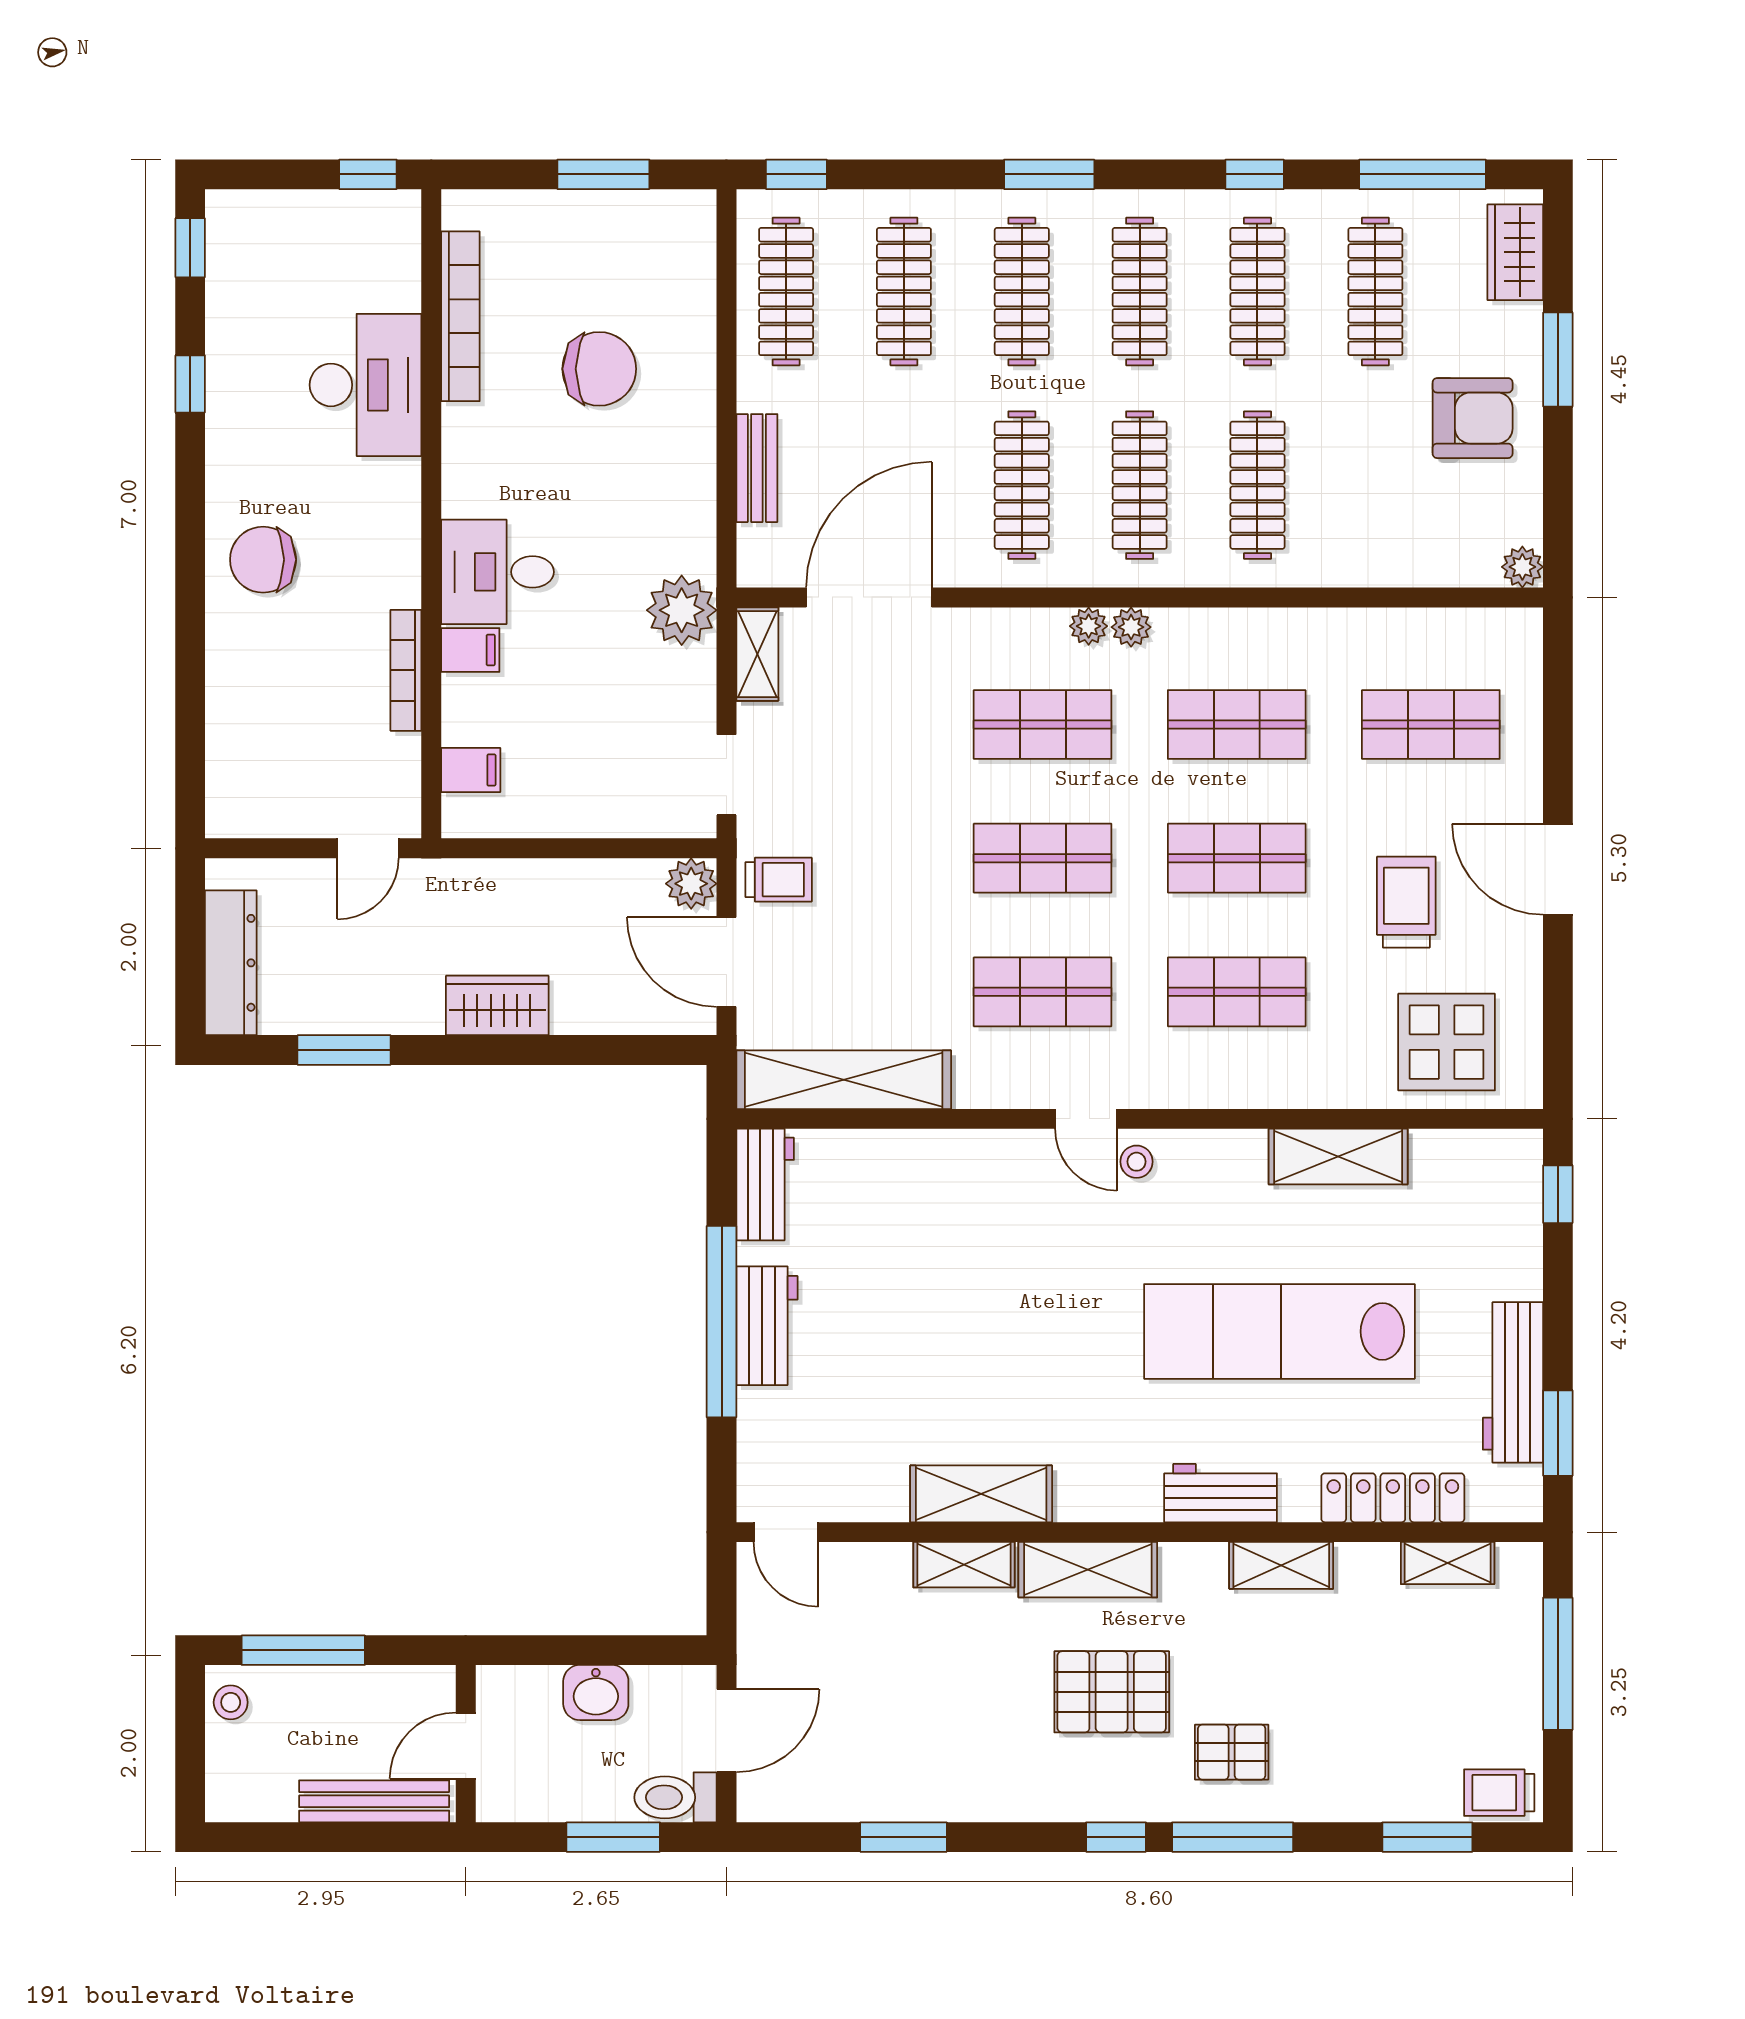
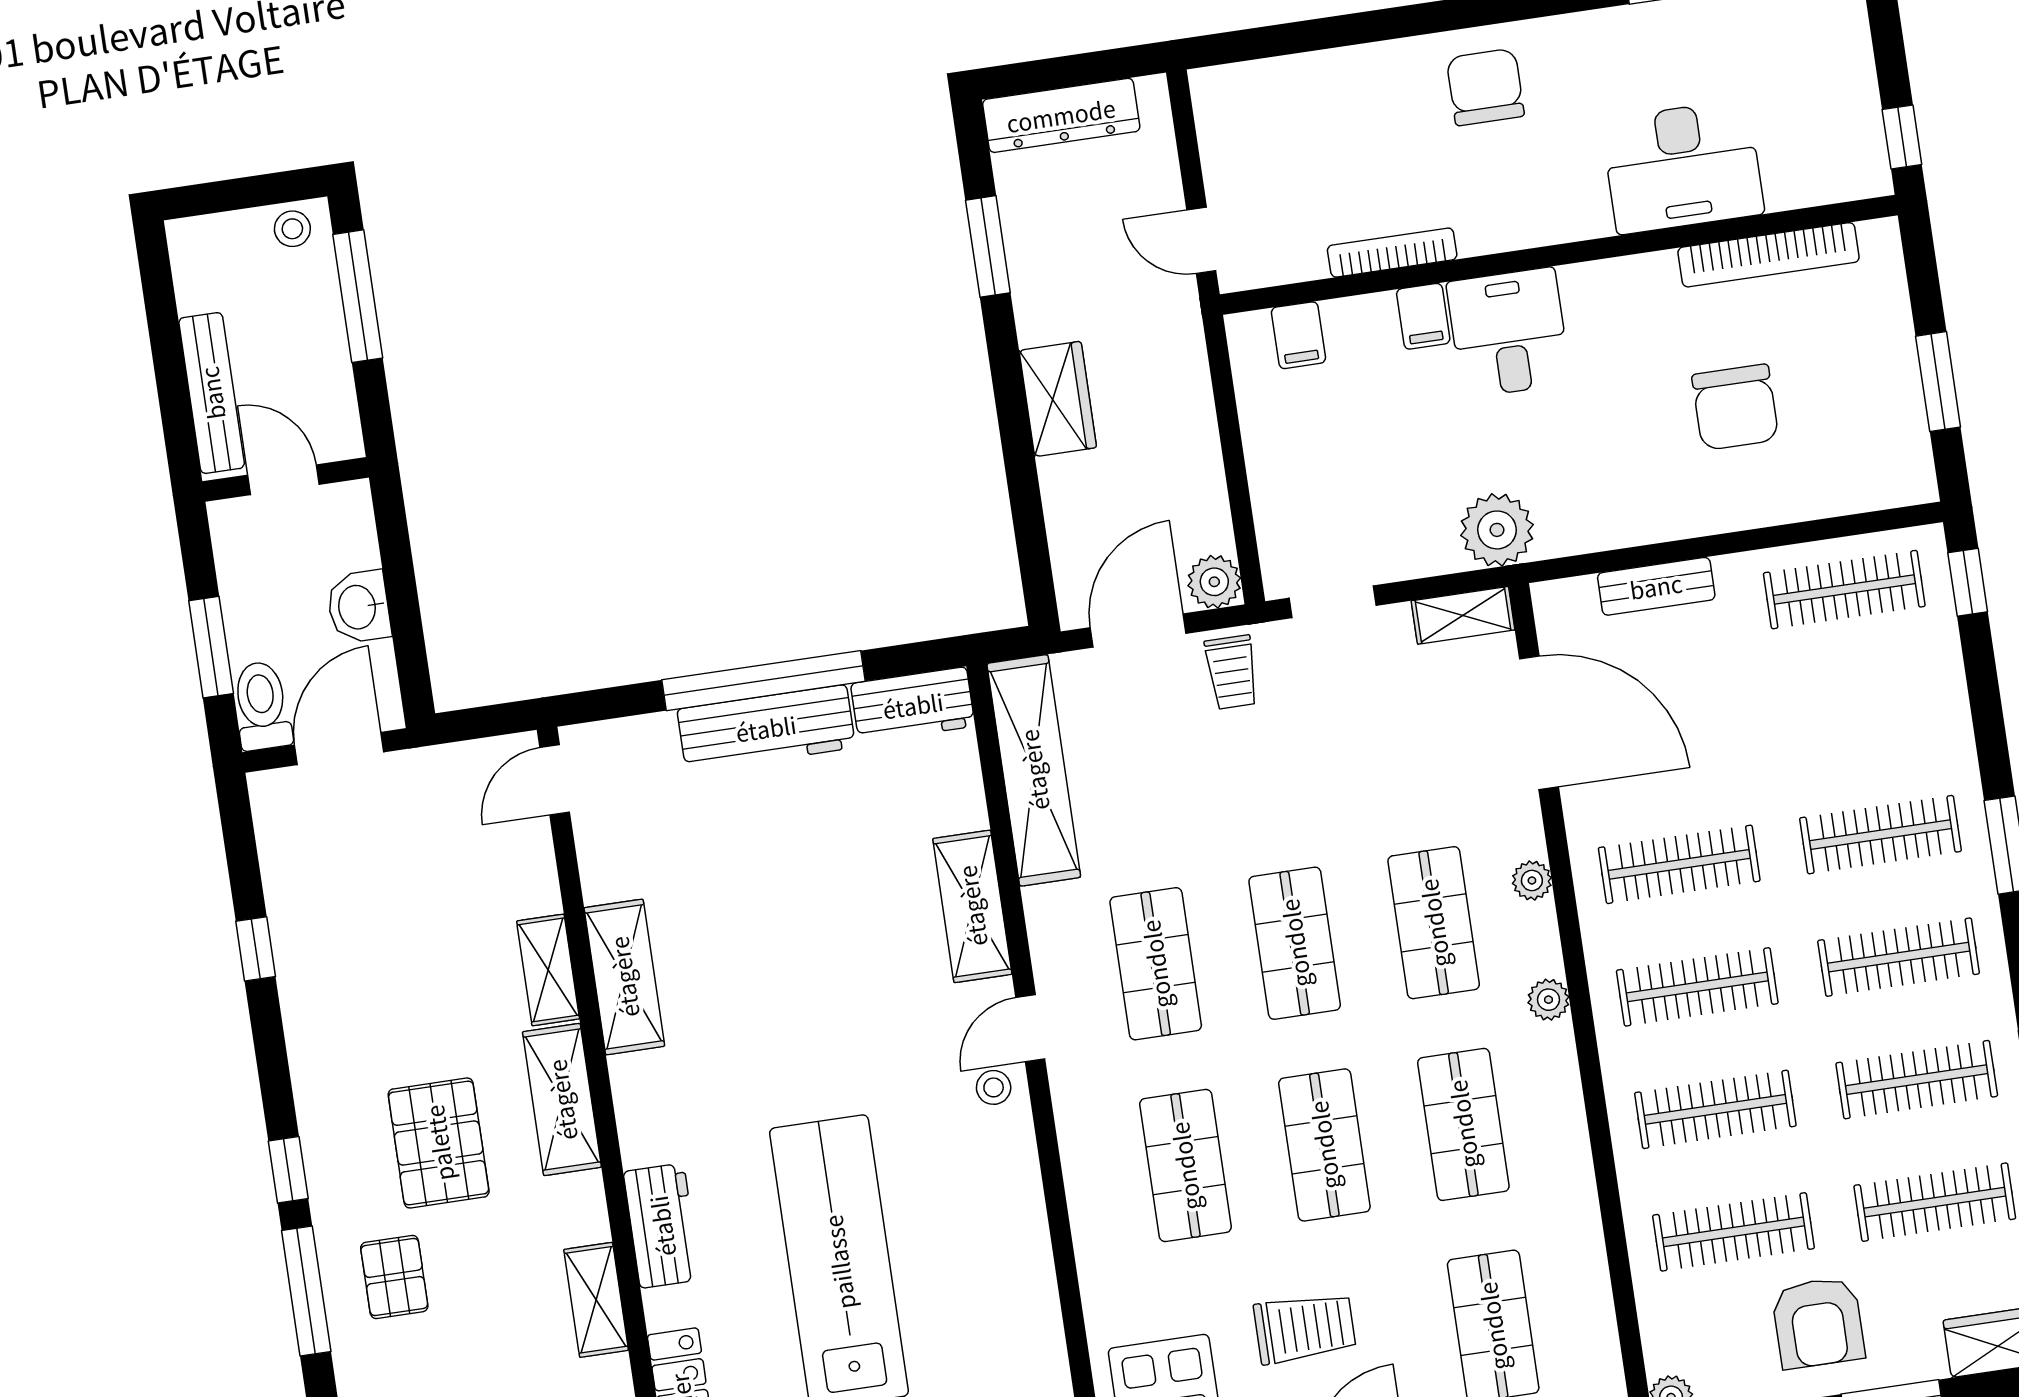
clothes rail: (904, 292) -> (1733, 1232), moved
plant: (1089, 626) -> (1532, 881), moved
shelving: (1338, 1157) -> (972, 906), moved
workbench: (767, 1326) -> (766, 728), width x1.38
door: (726, 1731) -> (339, 748), swing flipped
window: (904, 1837) -> (256, 949), width x0.67

